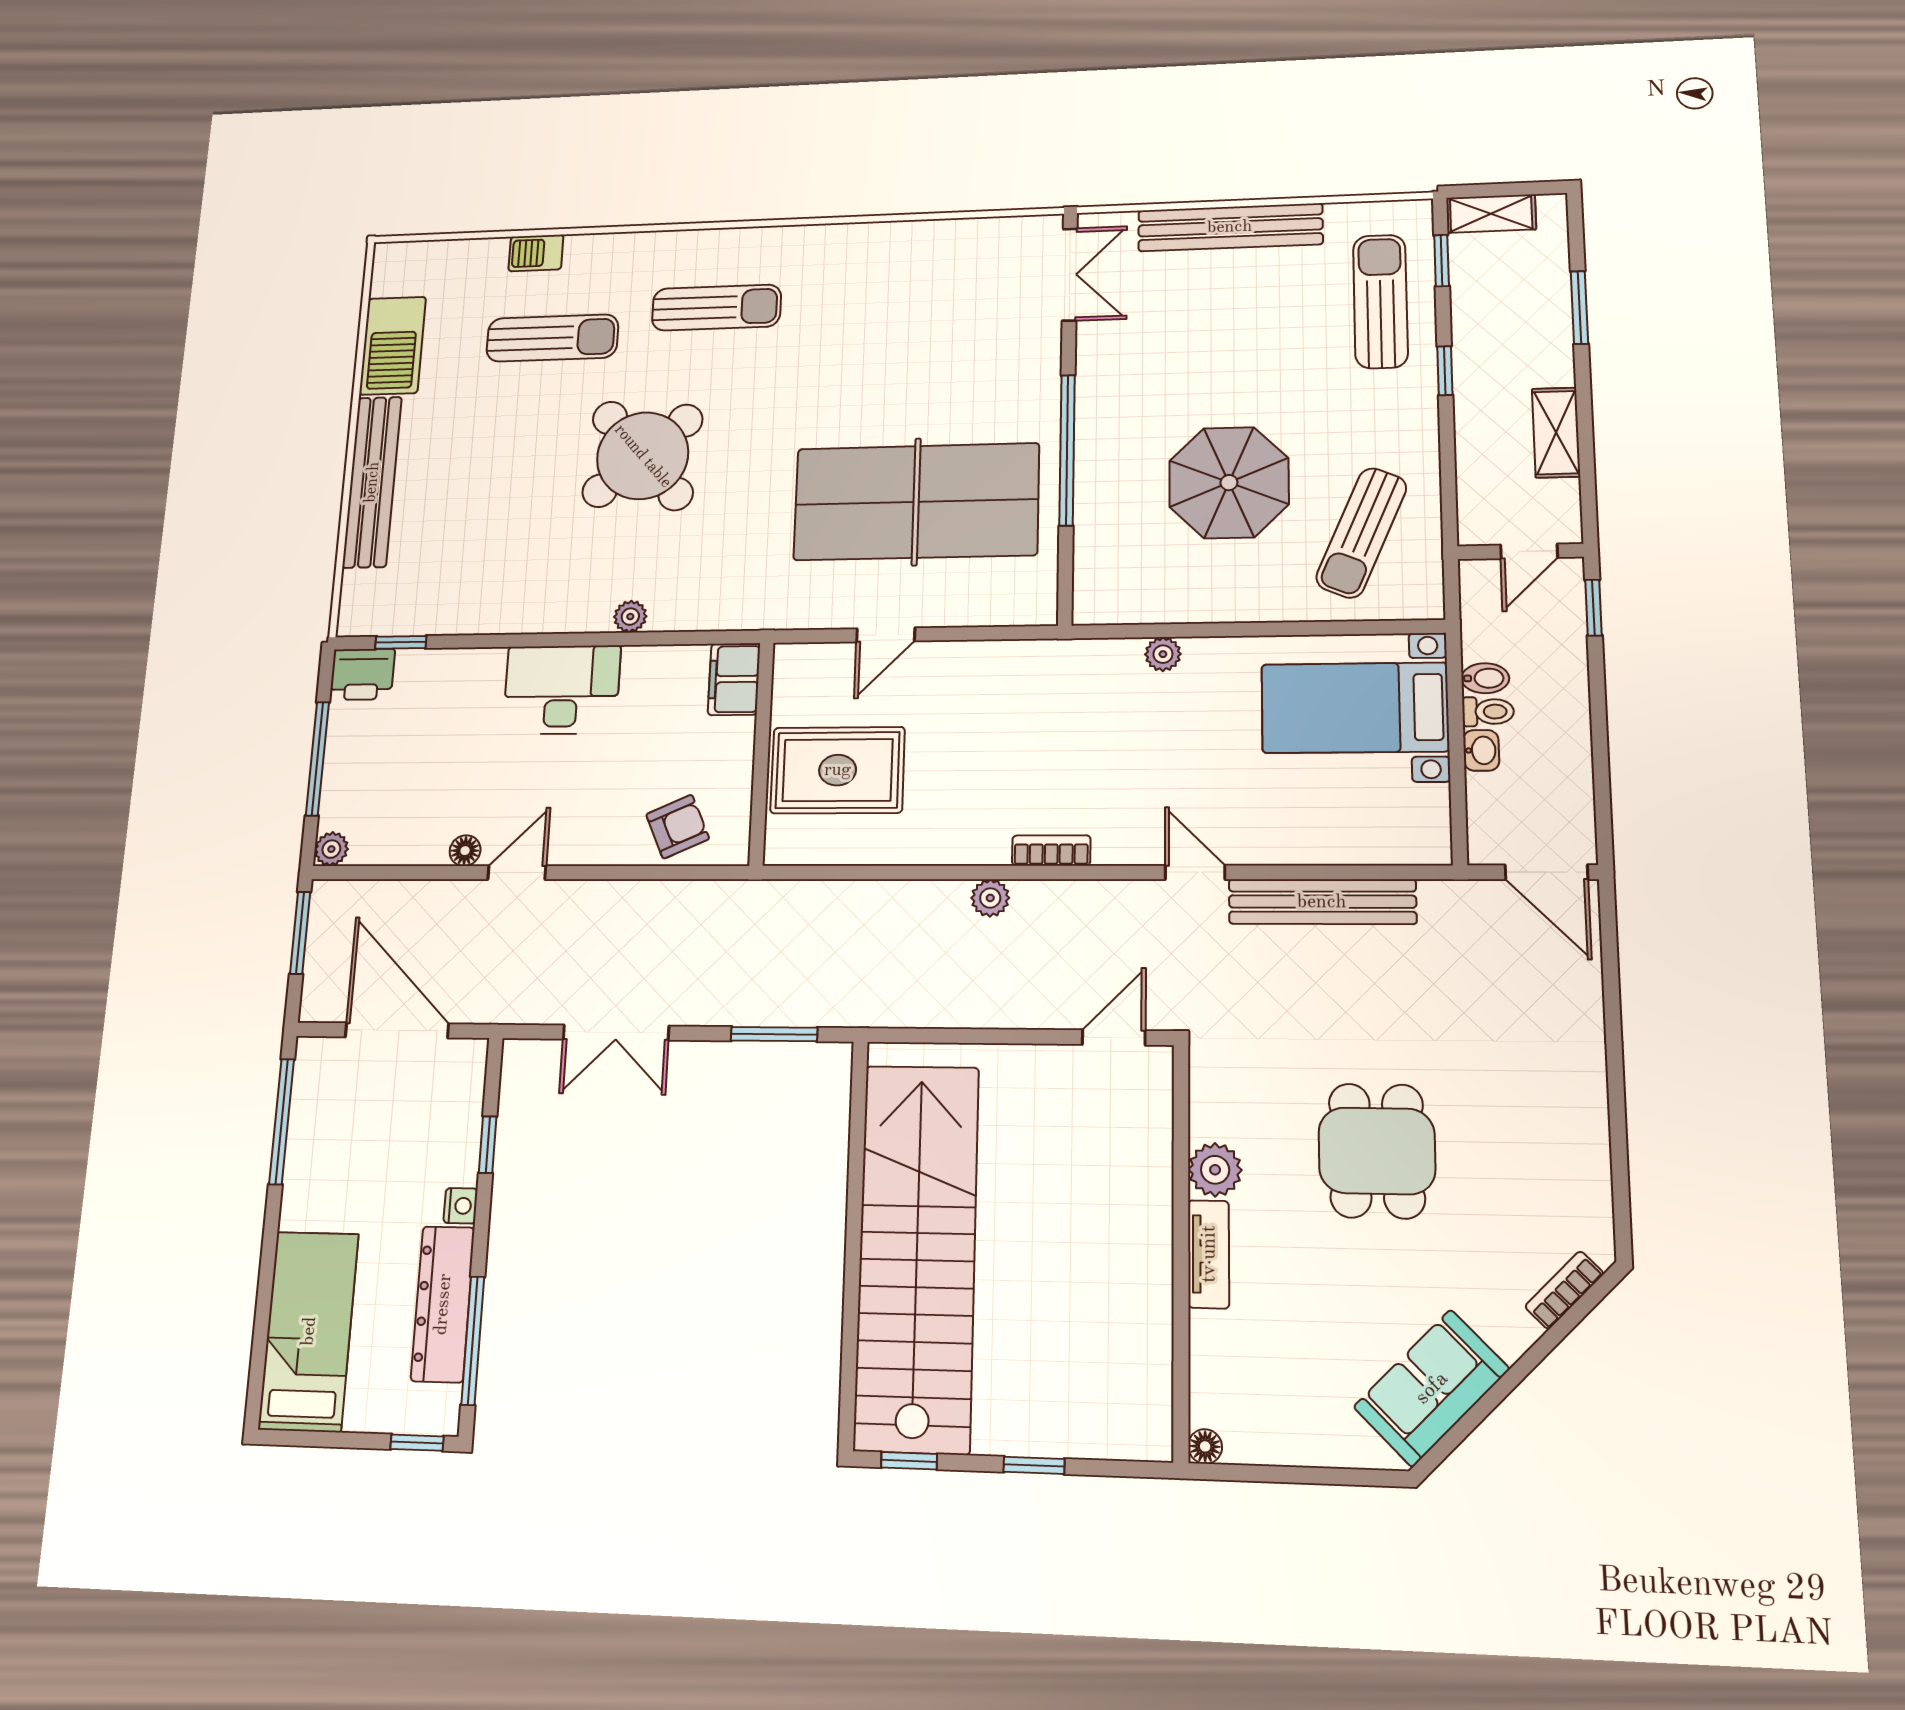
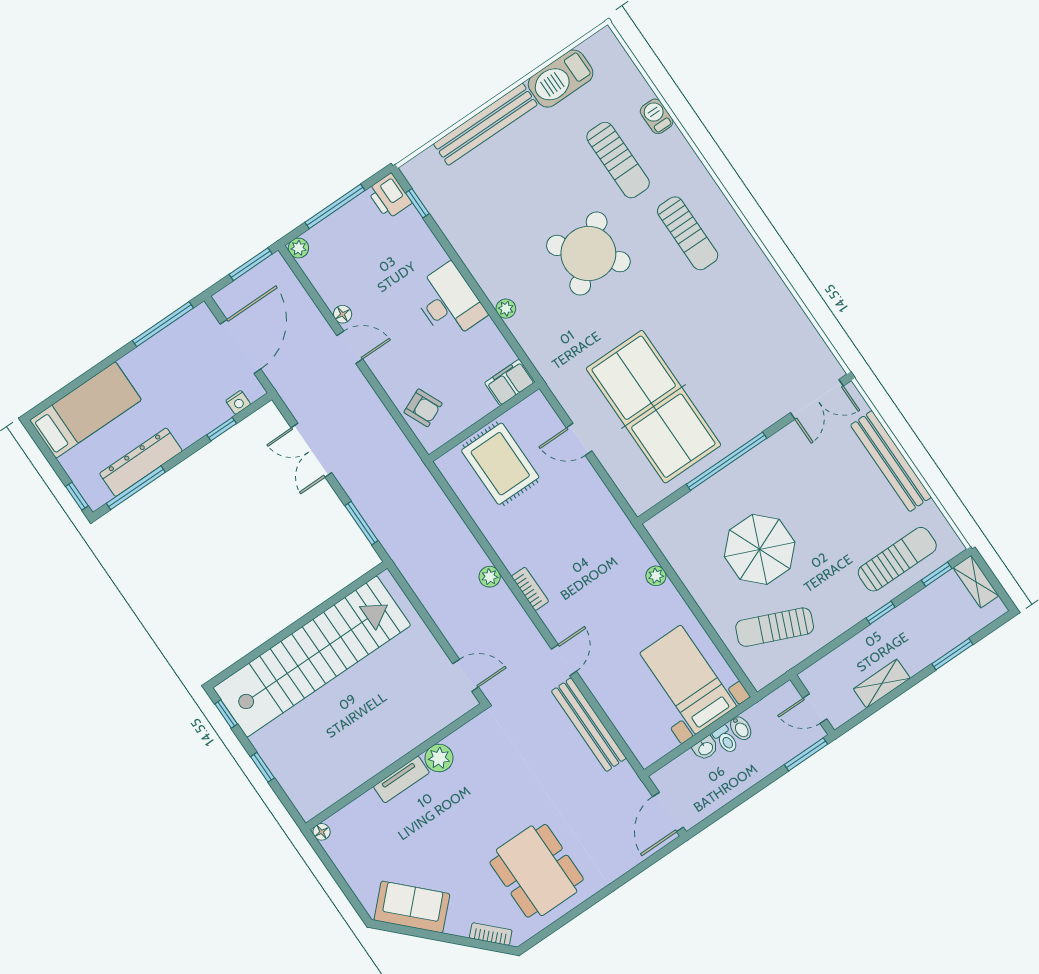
window: (1593, 608) -> (806, 754), width x1.50
dining table: (1377, 1151) -> (537, 871), moved, width x1.38
nightstand: (461, 1206) -> (238, 402), moved

